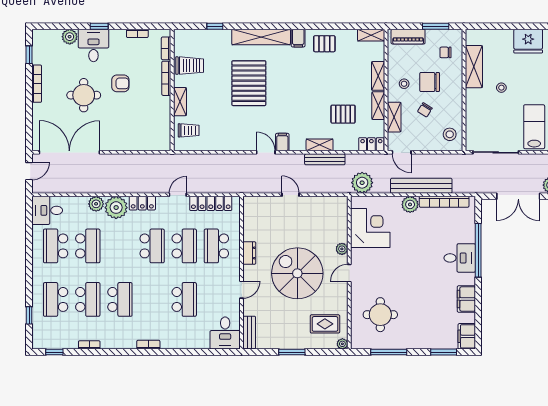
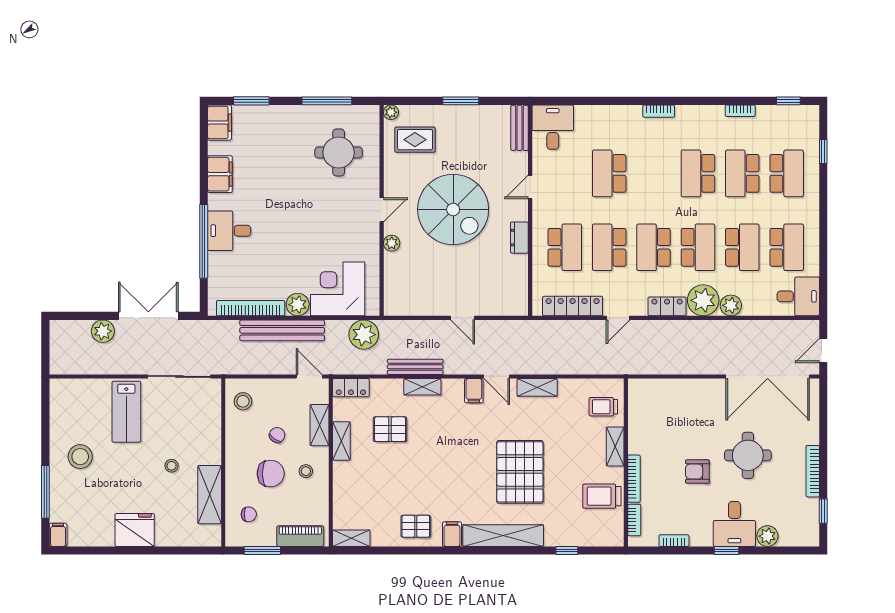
shelving: (378, 76) -> (537, 387), moved, turned 90
corner desk: (370, 228) -> (338, 289), moved, turned 90
school desk: (88, 246) -> (742, 247), turned 180
school desk: (120, 246) -> (698, 247), added

